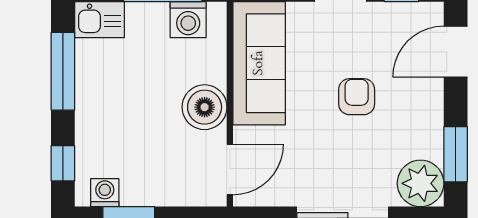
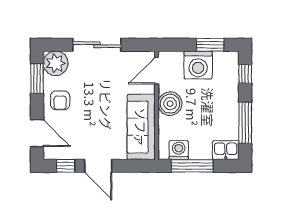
door: (456, 52) -> (37, 133), hinge flipped
armchair: (357, 97) -> (60, 100), moved
washing machine: (105, 193) -> (198, 65), moved, width x1.89, depth x1.89

